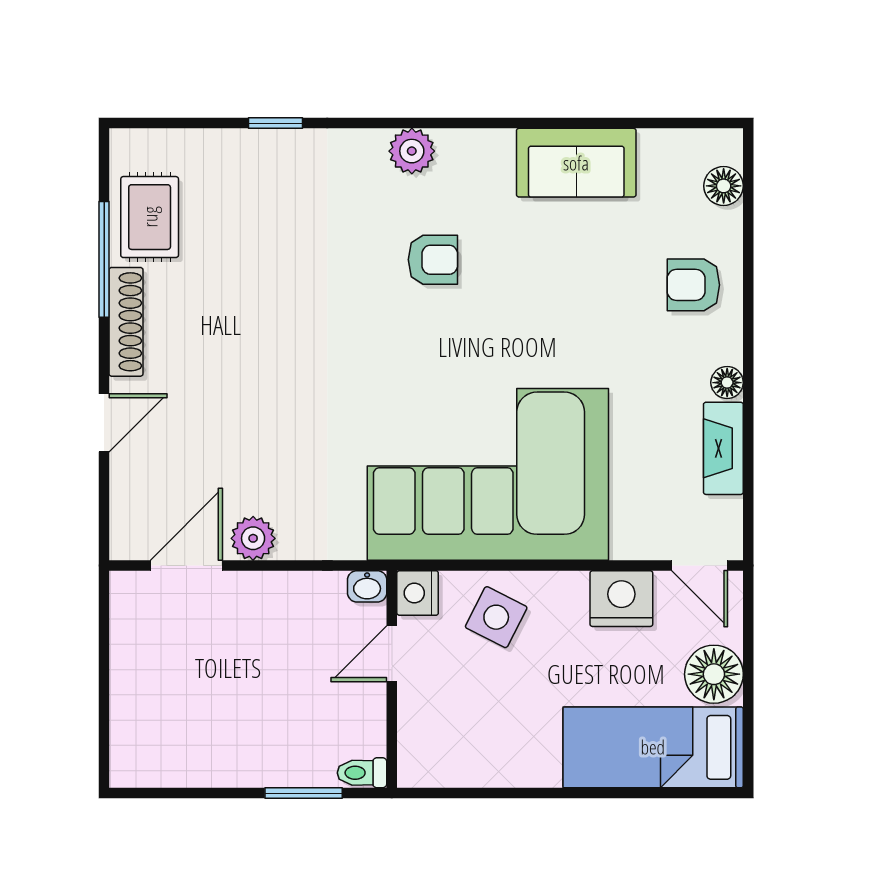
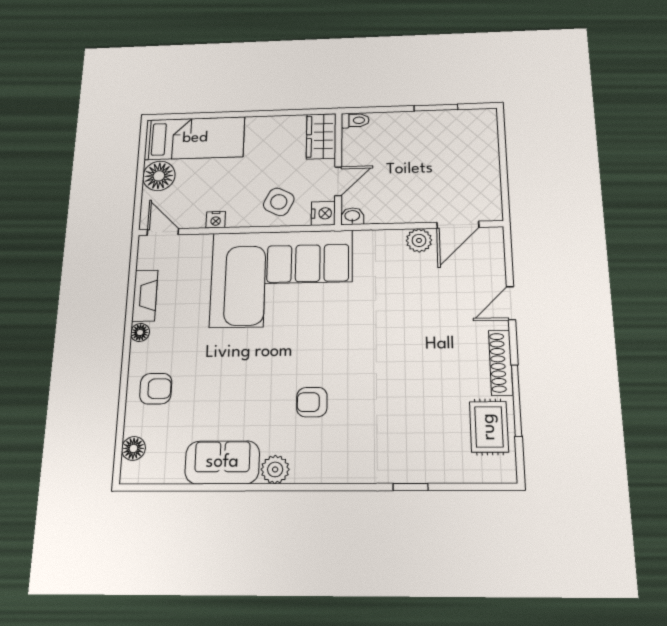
plant: (412, 151) -> (275, 469), moved
nightstand: (621, 599) -> (216, 220), width x0.53, depth x0.56
wardrobe: (423, 743) -> (321, 136), added
window: (304, 793) -> (436, 108), moved

